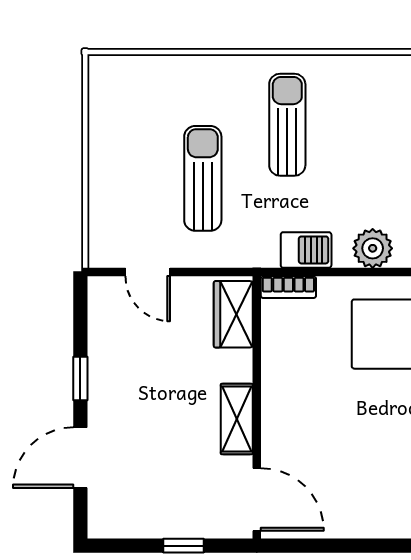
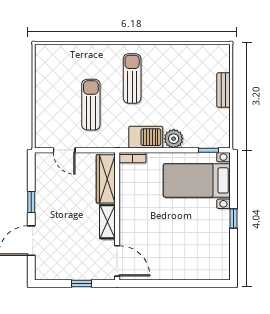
barbecue: (306, 250) -> (146, 137), width x1.38, depth x1.27
wardrobe: (233, 314) -> (106, 179), width x1.50

